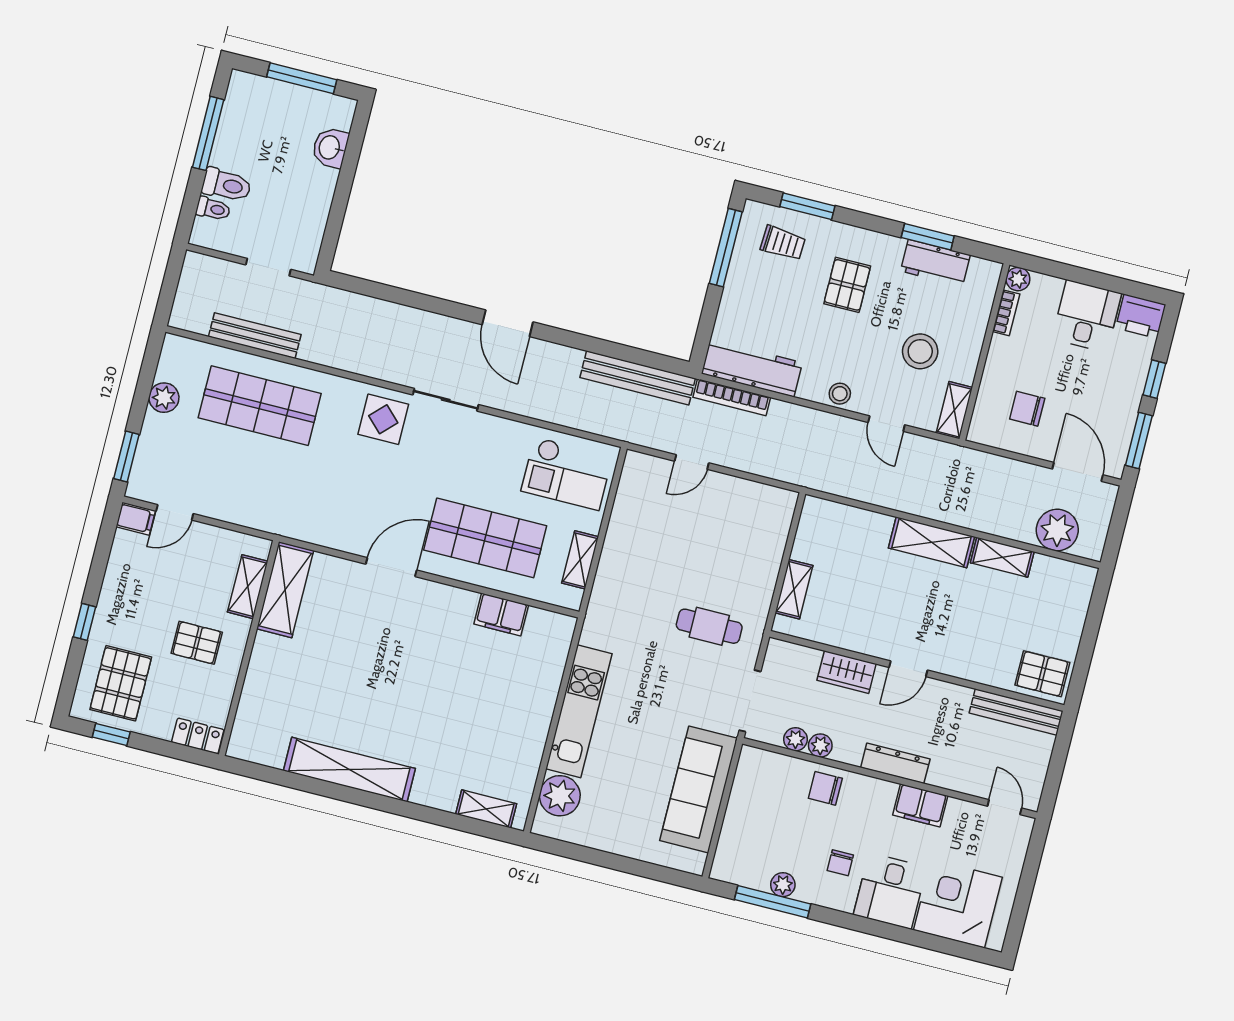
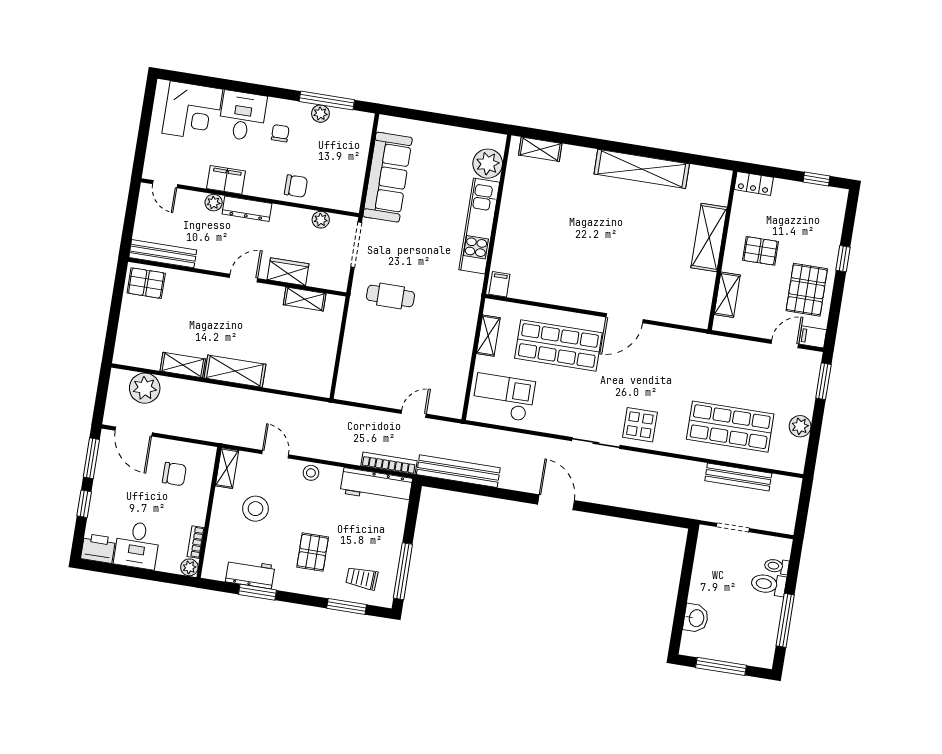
shelving: (794, 589) -> (305, 299), moved, turned 90
shelving: (285, 590) -> (709, 238), moved
filing cabinet: (501, 615) -> (499, 284), moved, width x0.50
pallet: (121, 683) -> (807, 290), moved
plant: (820, 746) -> (214, 203), moved

